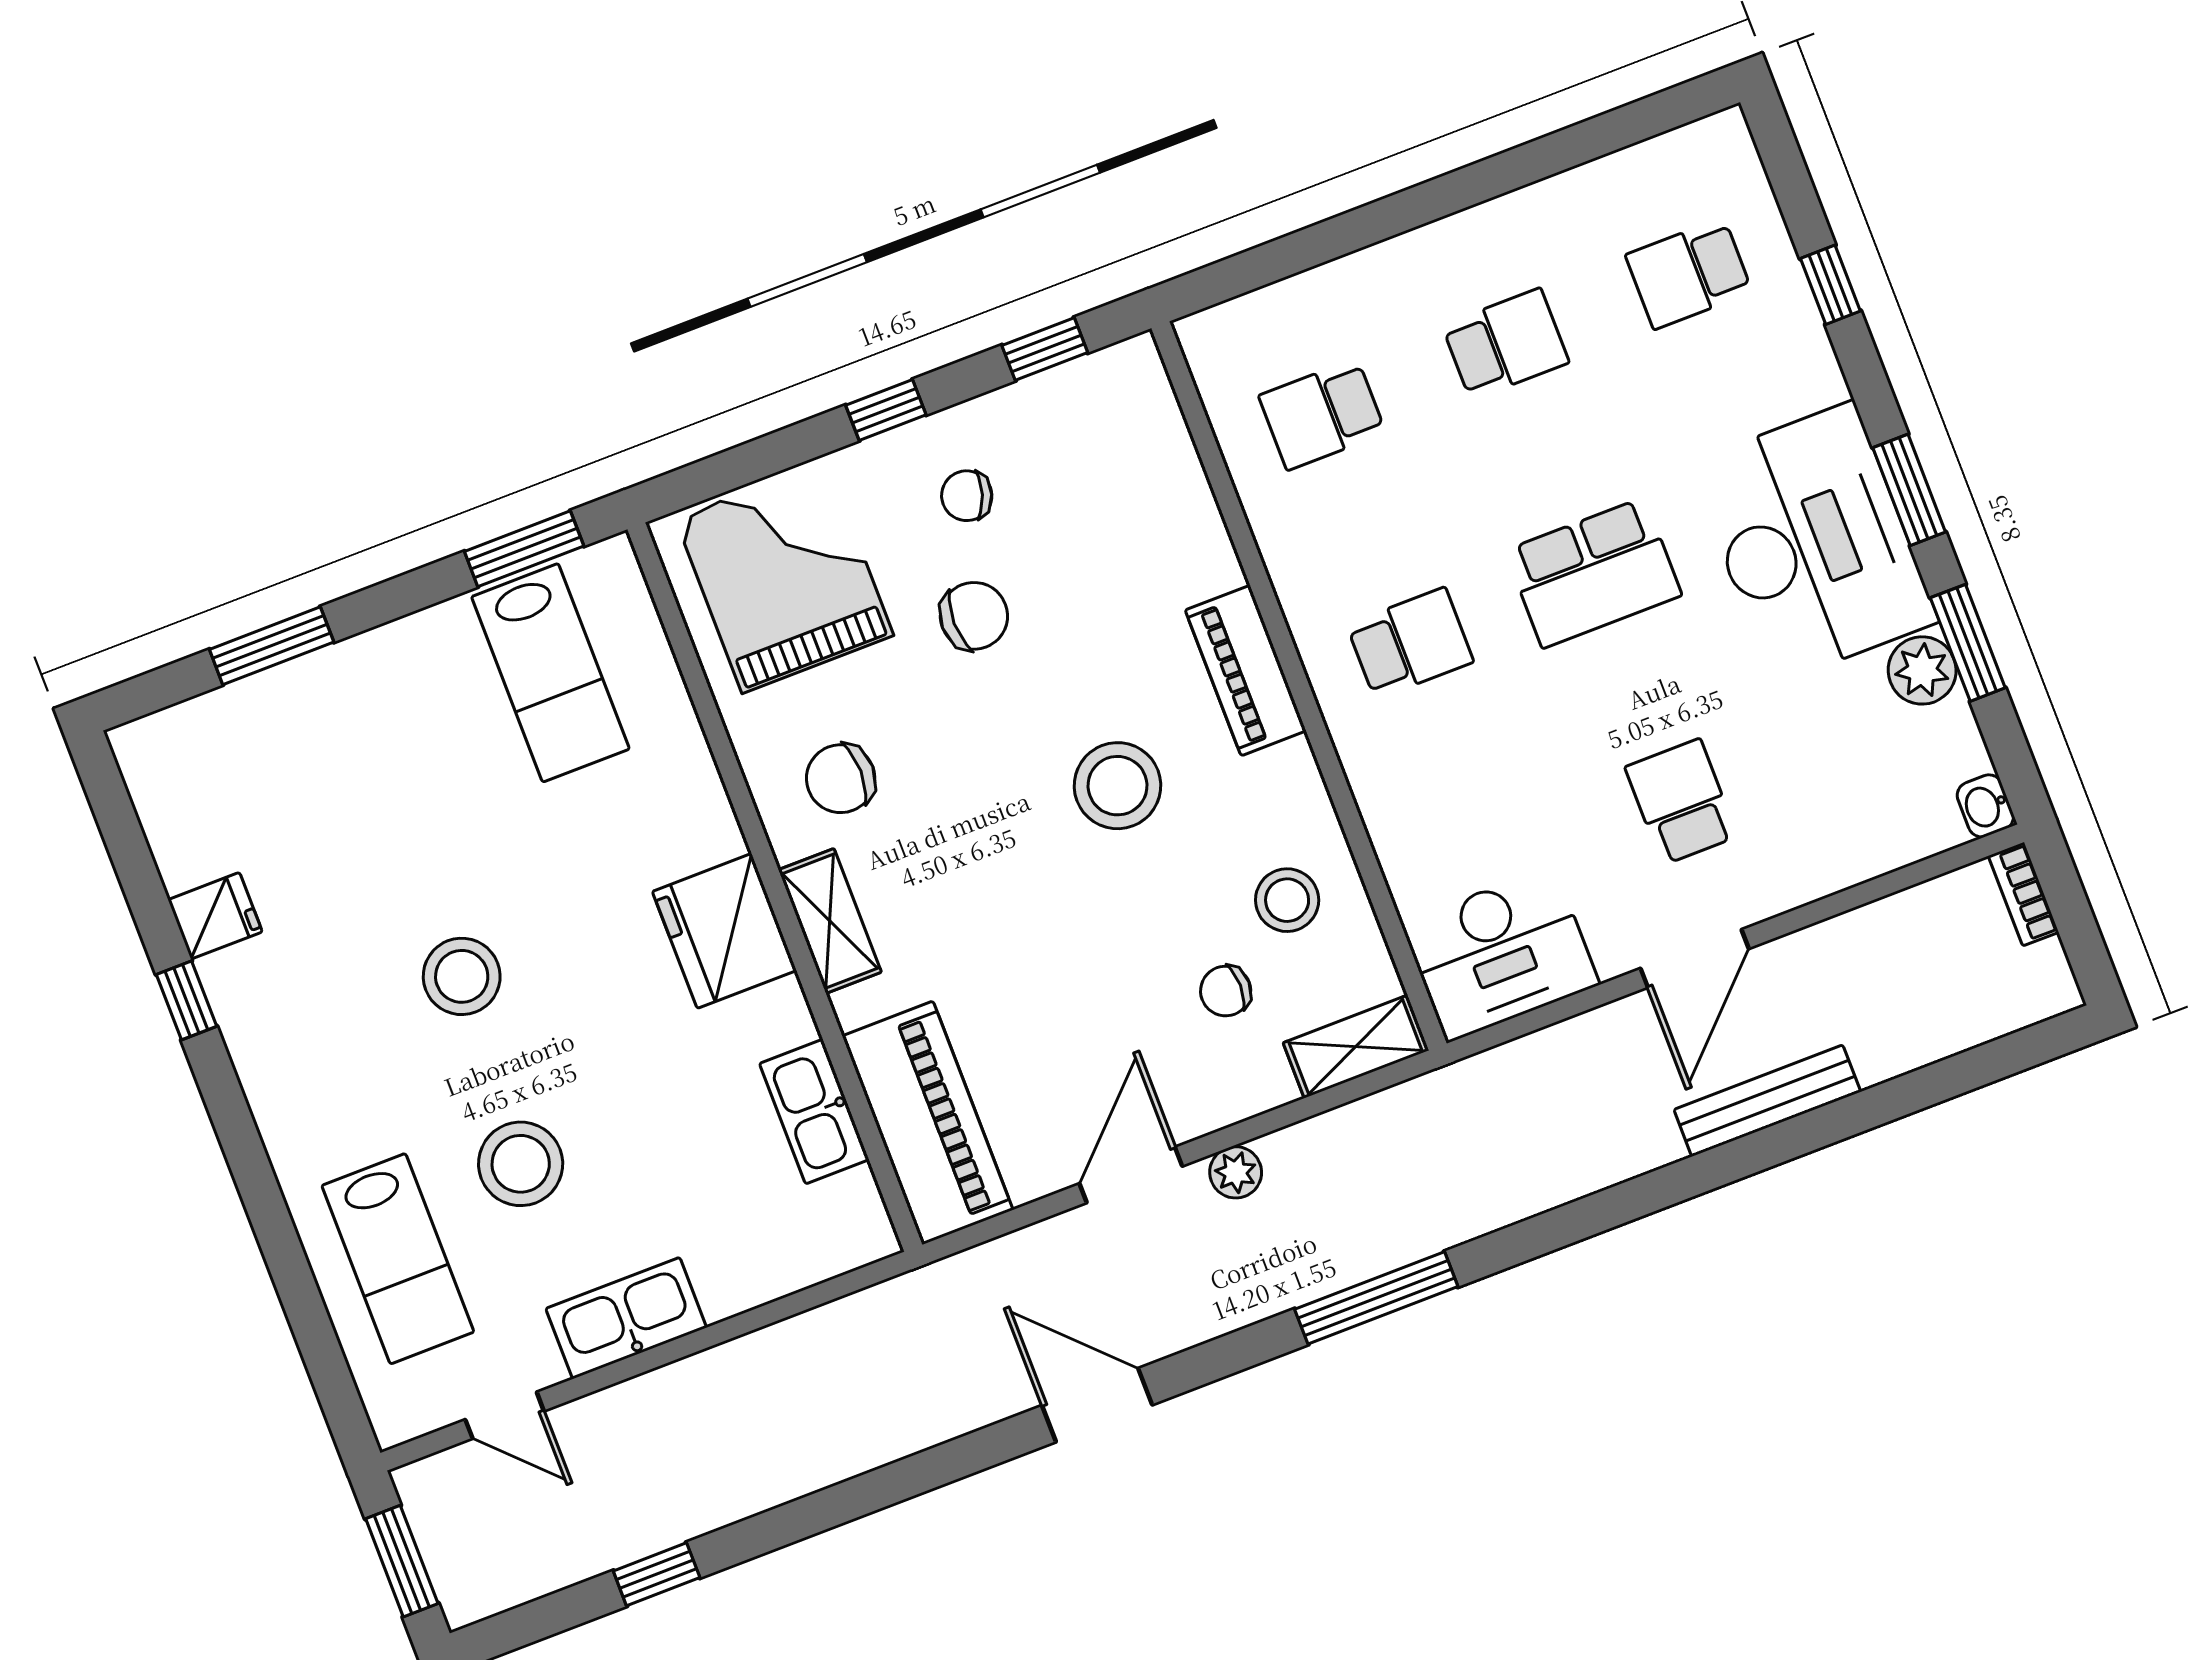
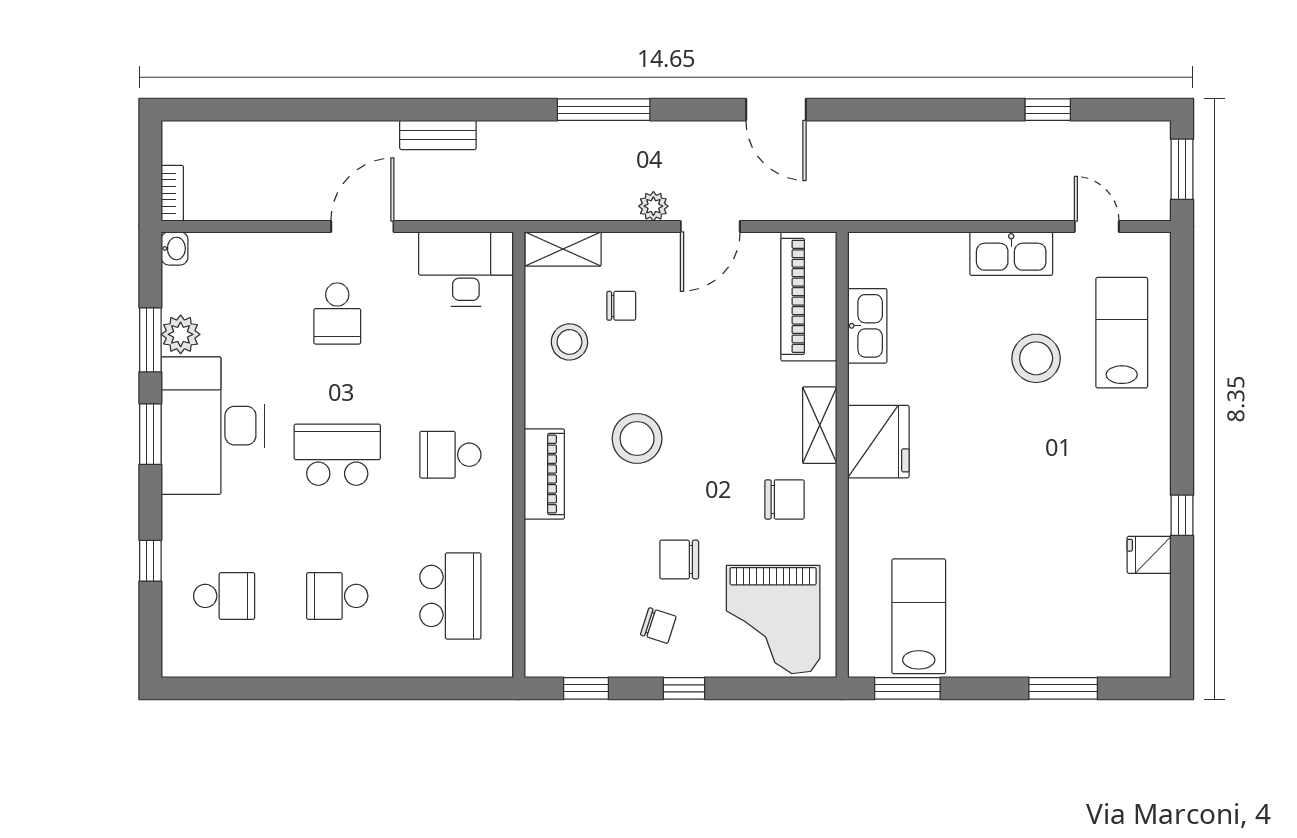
school desk: (1322, 414) -> (450, 596), width x1.85
stool: (462, 976) -> (1029, 471), removed
bench: (1767, 1101) -> (438, 135), moved, width x0.73

